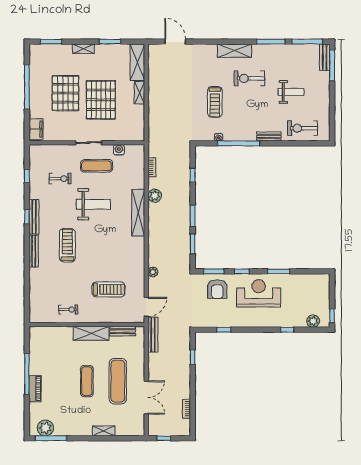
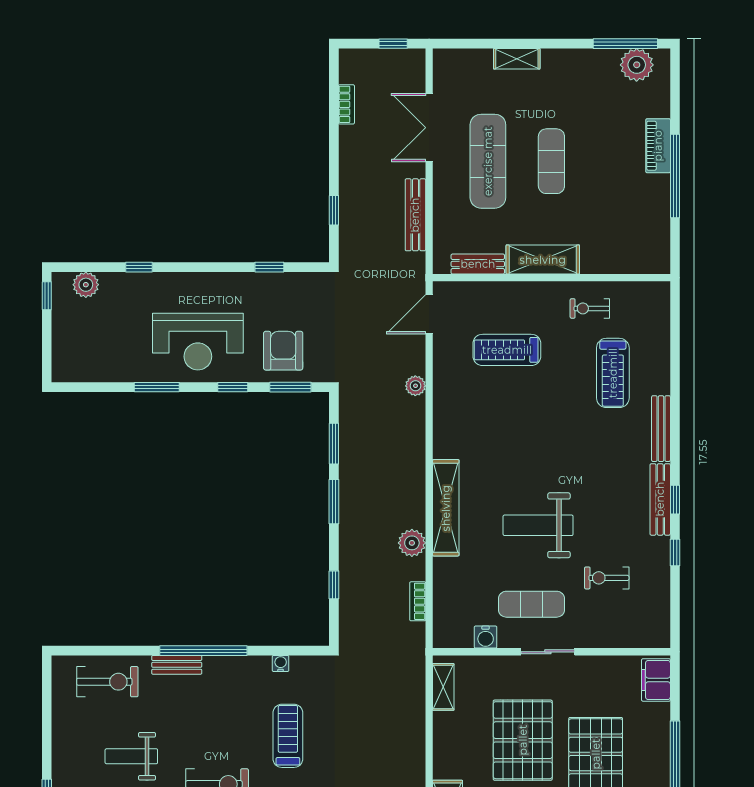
shelving: (139, 93) -> (443, 687), moved
window: (239, 143) -> (203, 651), moved
window: (27, 176) -> (675, 553), moved
treadmill: (67, 245) -> (613, 373), moved
bench: (153, 335) -> (415, 215), moved

